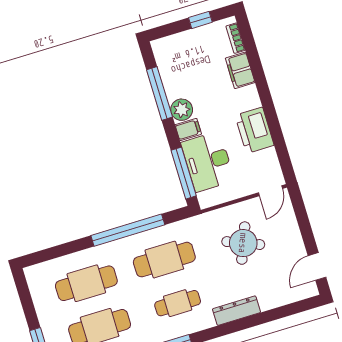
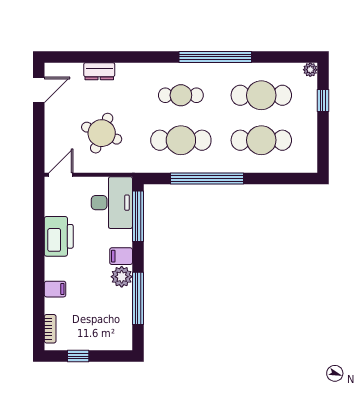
filing cabinet: (240, 70) -> (55, 289), width x0.50
desk: (208, 162) -> (112, 203), moved
dresser: (237, 311) -> (99, 71), moved, width x0.70

